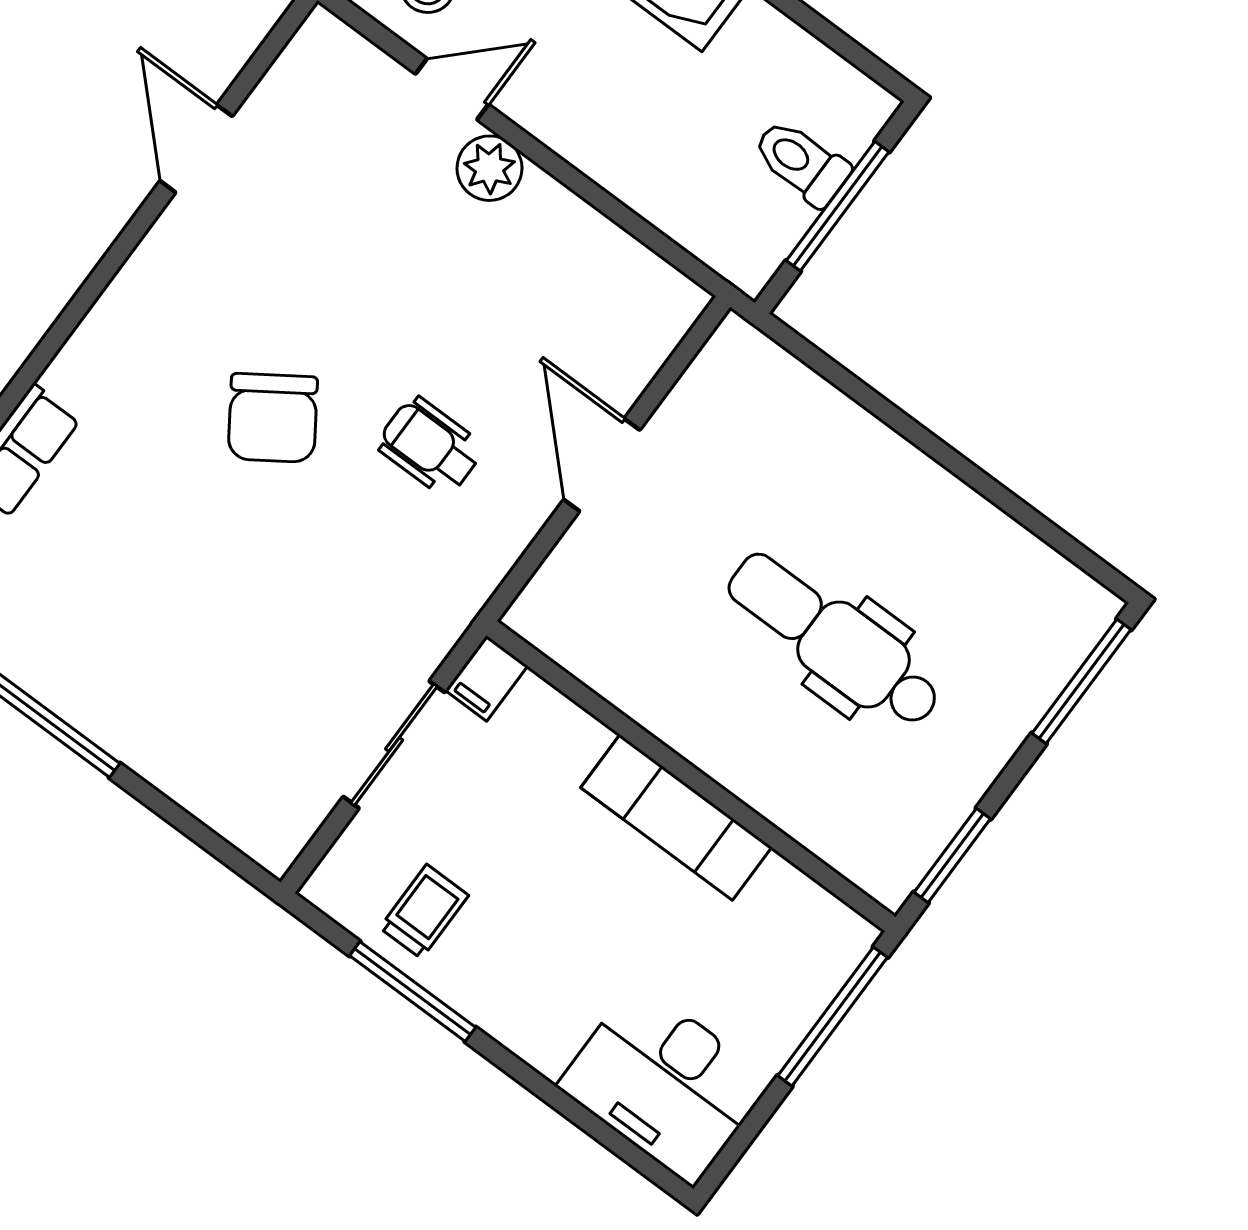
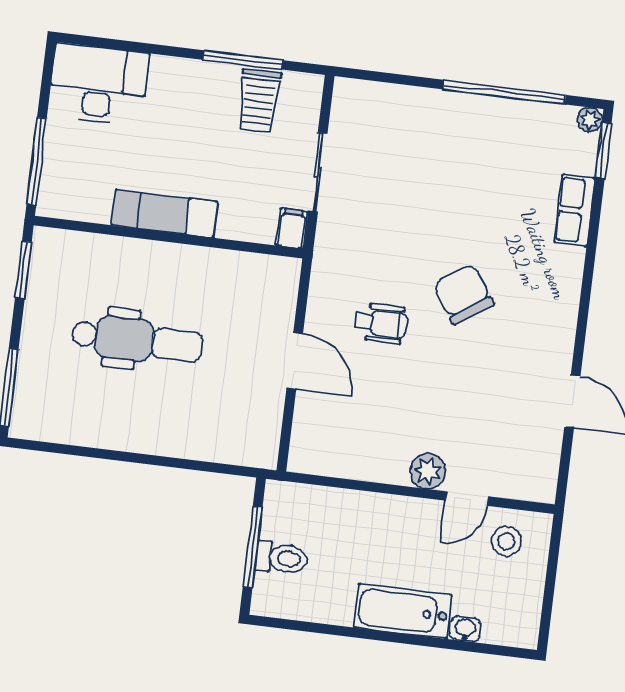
trolley: (424, 912) -> (259, 101), width x1.36, depth x1.39

